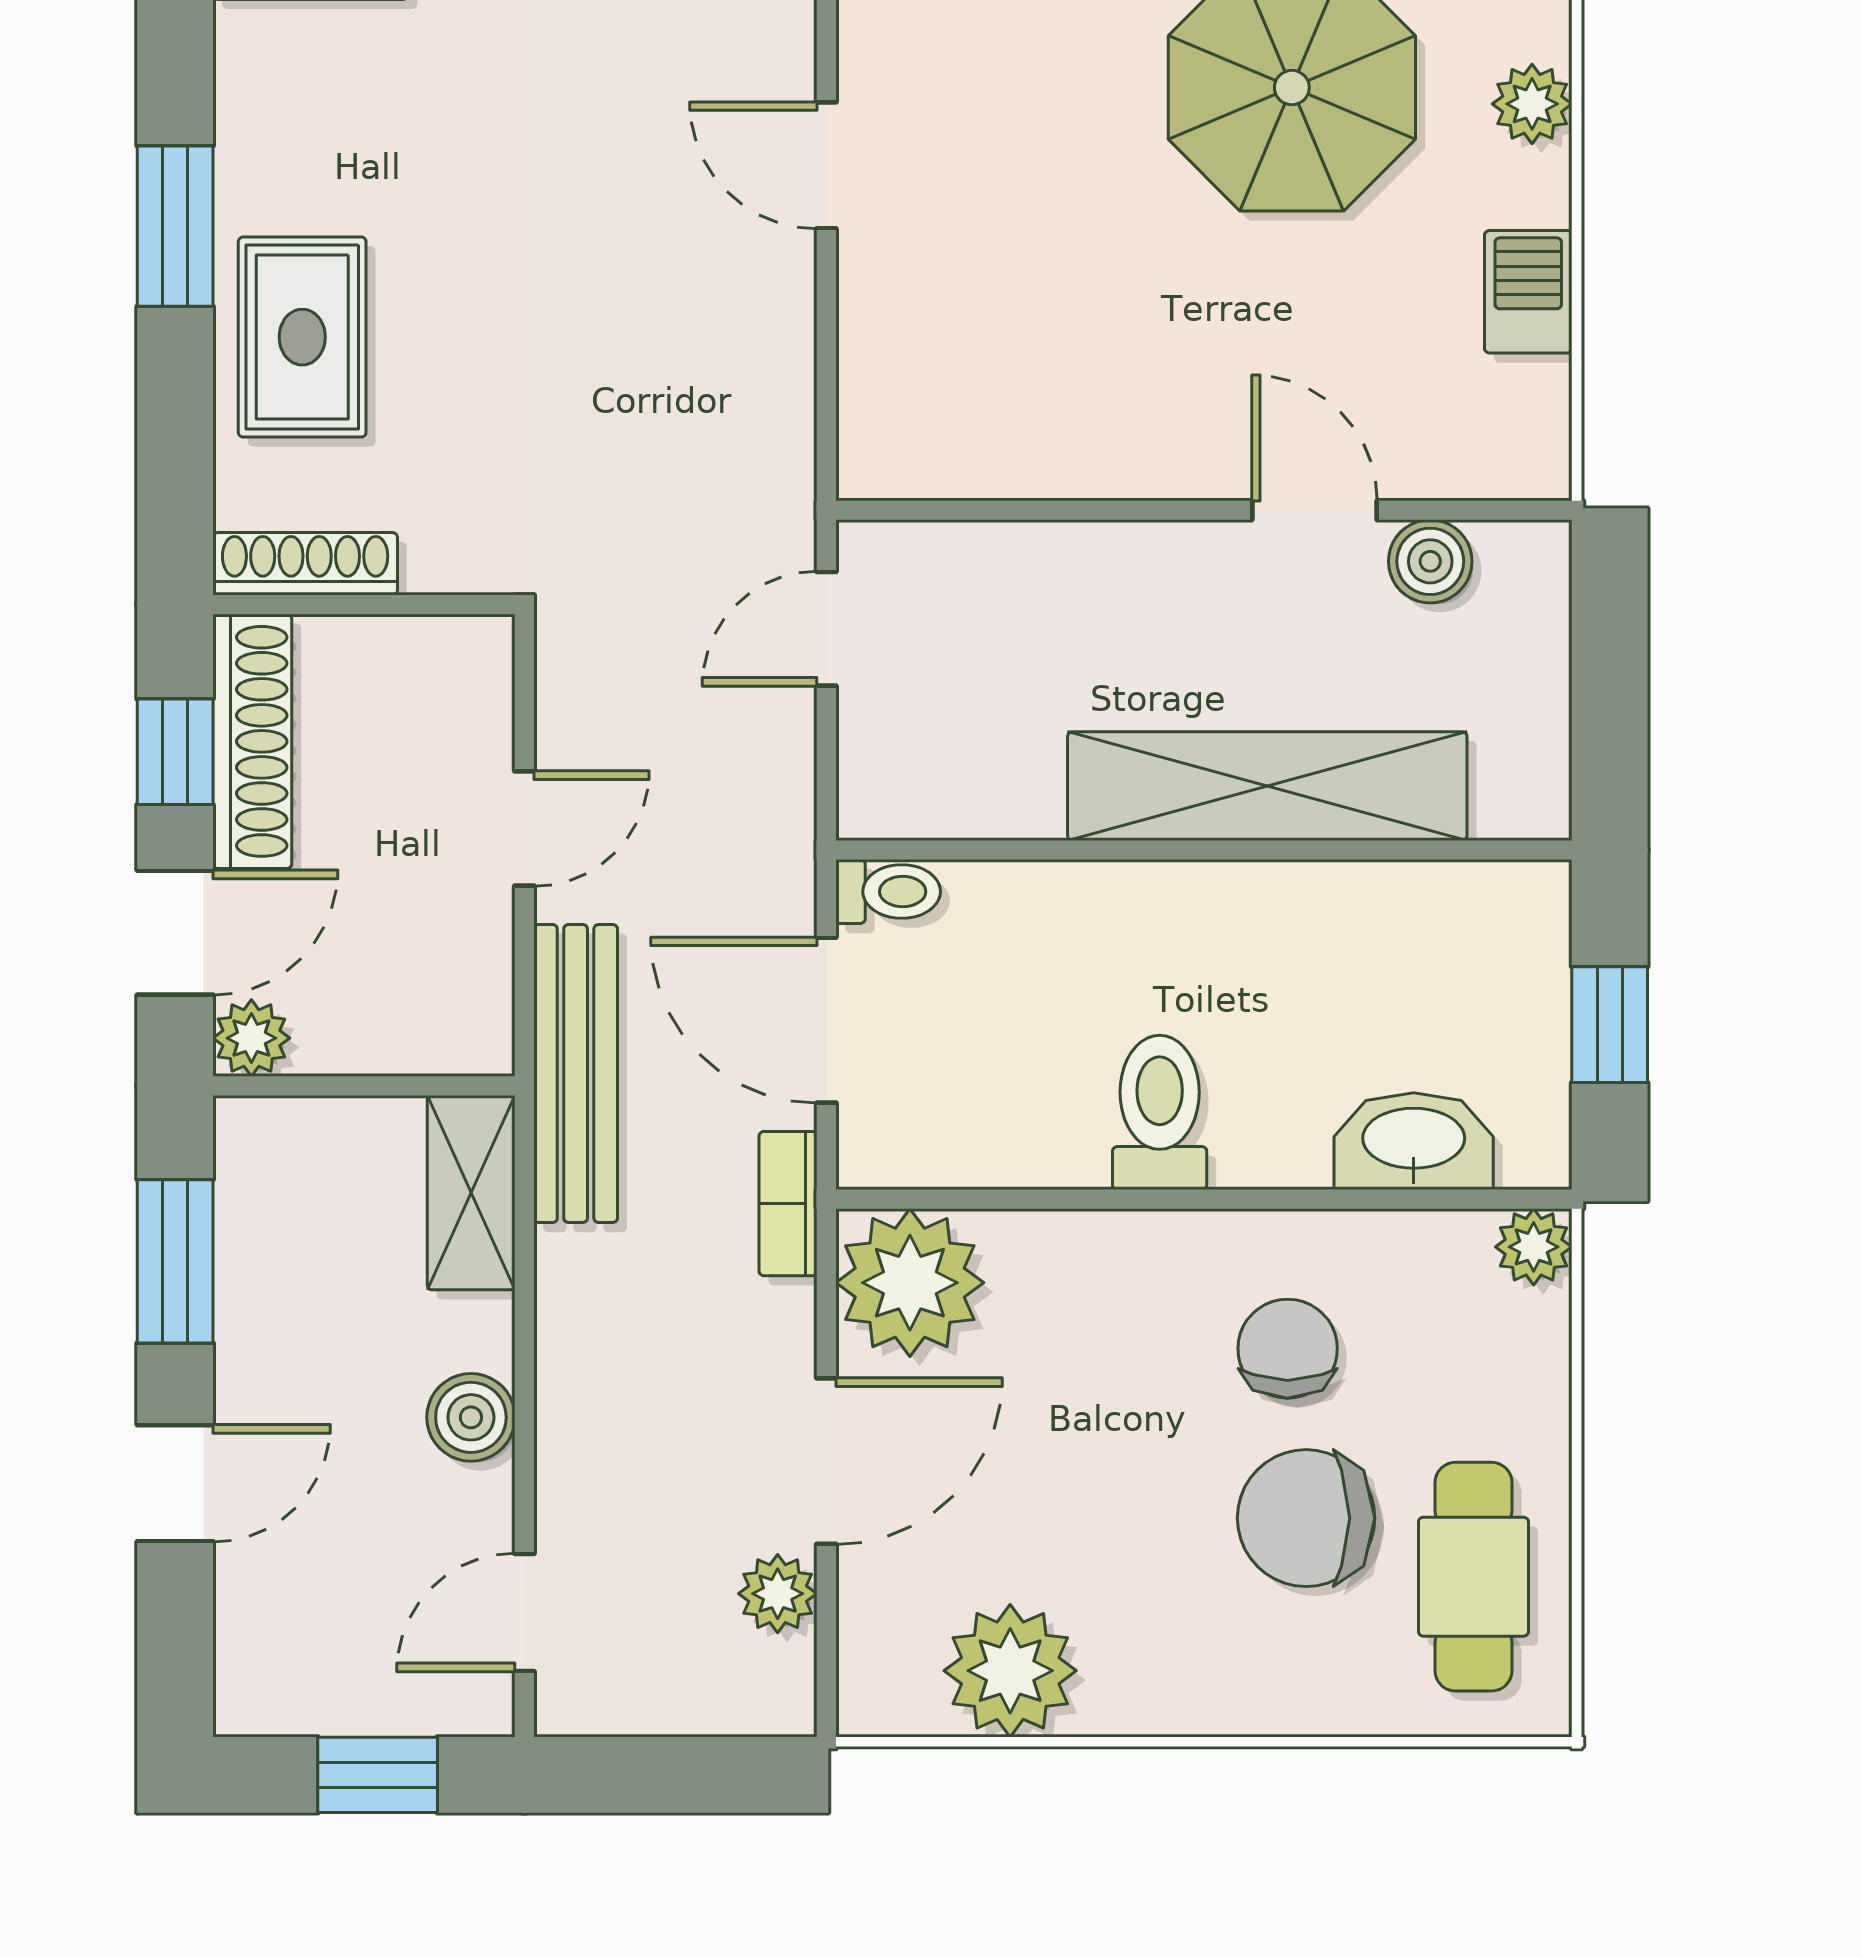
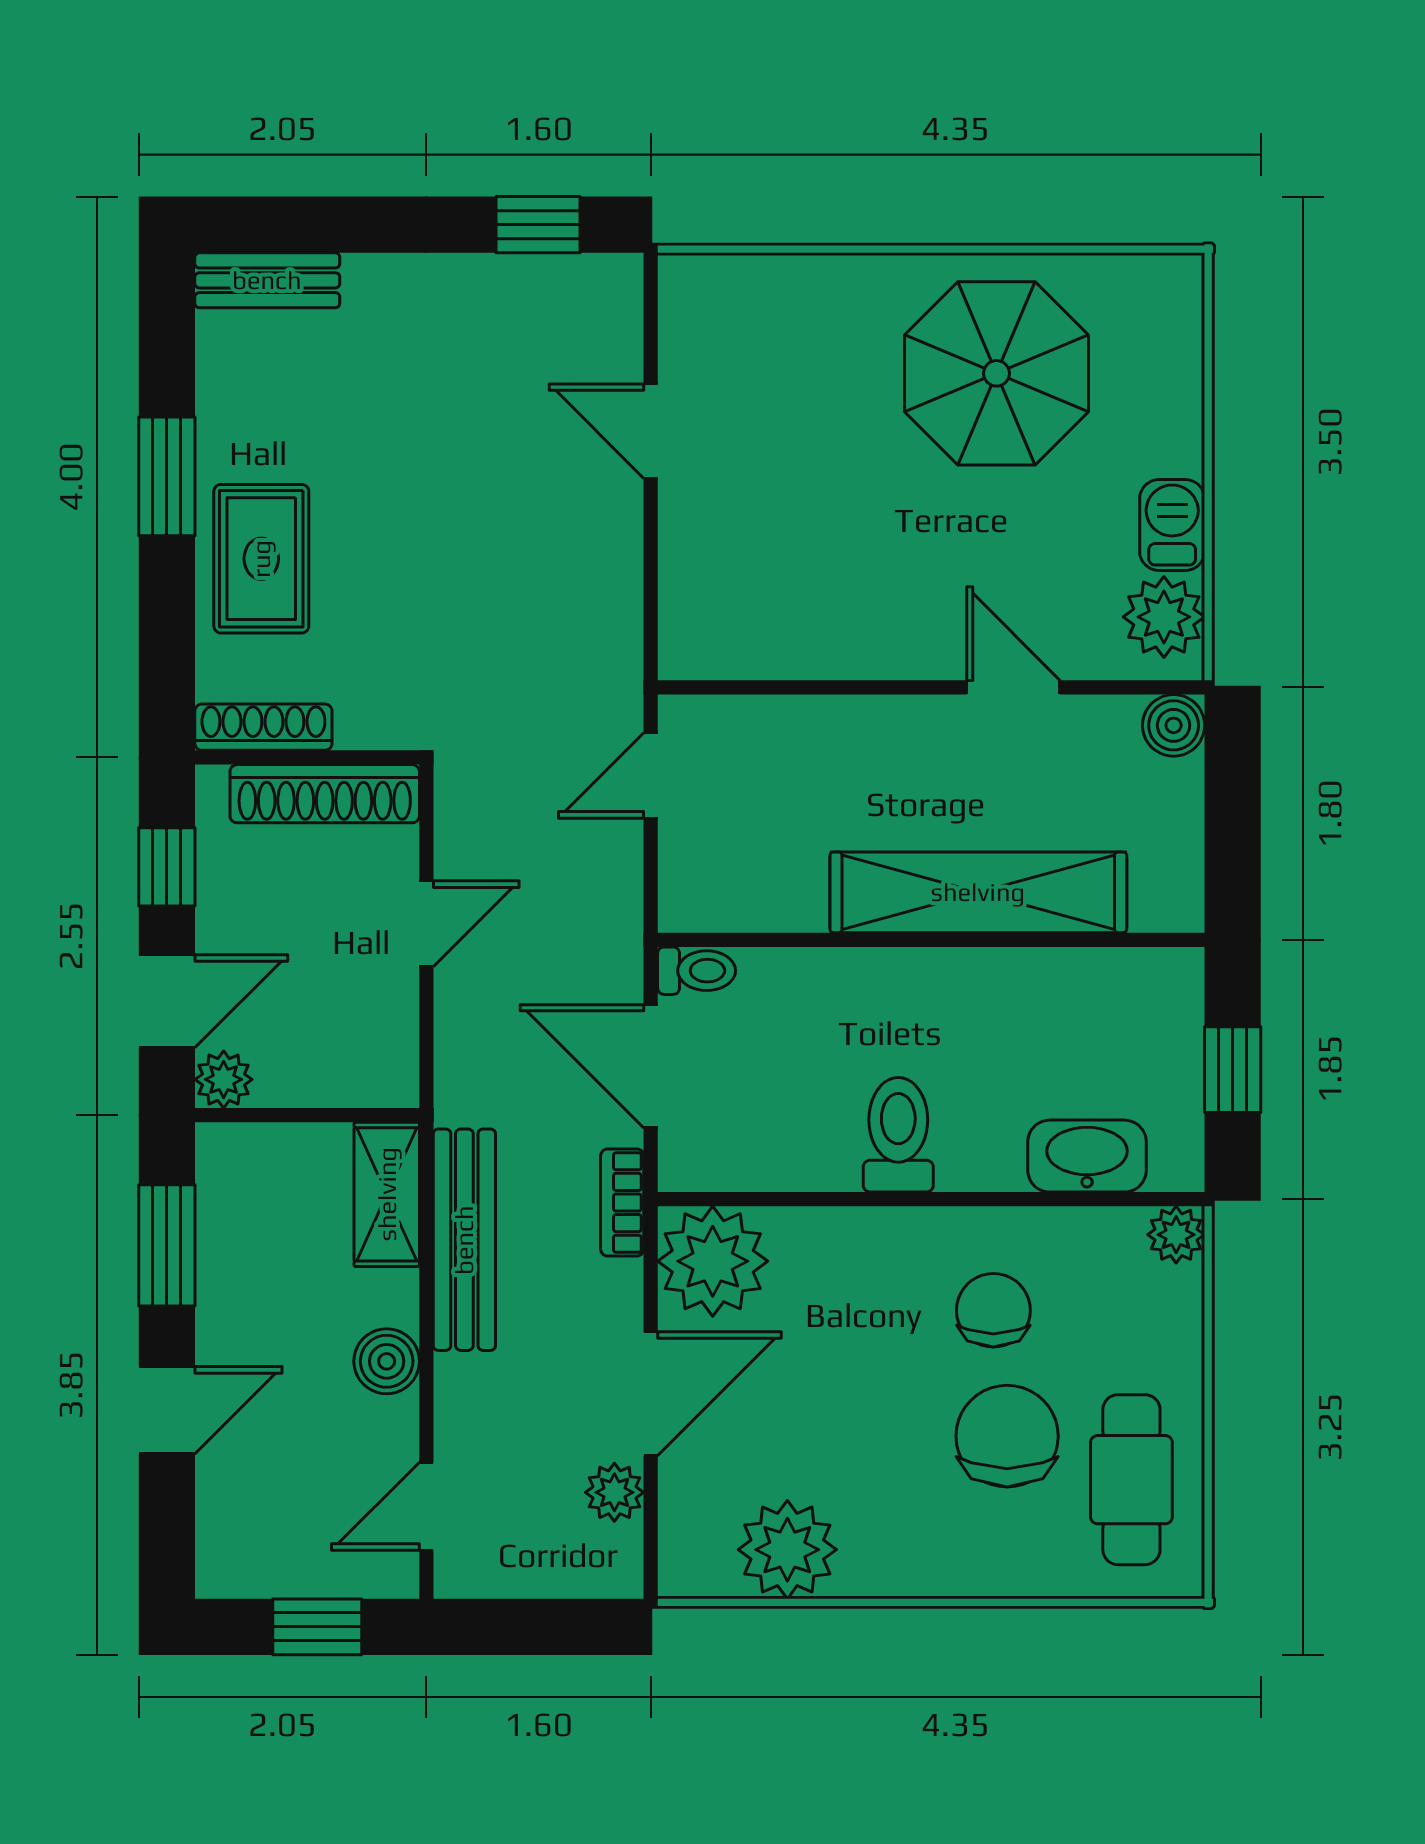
plant: (1532, 104) -> (1164, 617), moved, width x1.38, depth x1.38
boiler: (1430, 561) -> (1174, 725), moved
shoe rack: (252, 741) -> (325, 794), moved, turned 90
bench: (576, 1073) -> (464, 1240), moved
chair: (1306, 1518) -> (1007, 1436), turned 90

